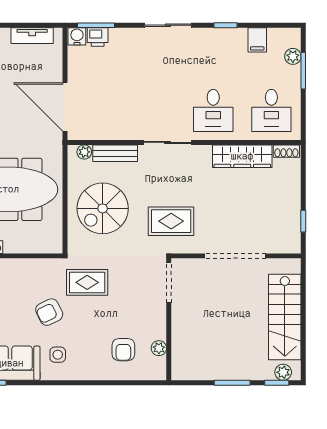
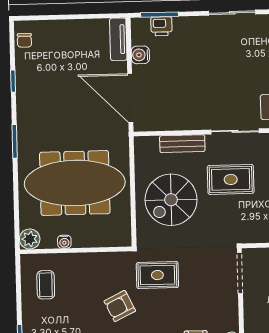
tv unit: (32, 36) -> (118, 39), moved, turned 90
water cooler: (77, 36) -> (140, 55), moved, turned -90
plant: (84, 152) -> (151, 143), removed
rug: (171, 221) -> (231, 179), moved

